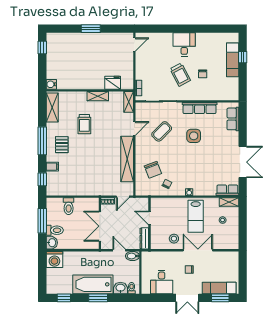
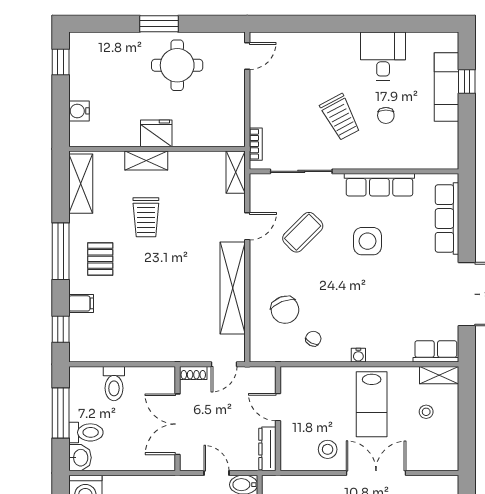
desk: (184, 45) -> (383, 56), moved
round table: (100, 49) -> (177, 65), added
fridge: (113, 83) -> (156, 133), moved
water cooler: (51, 84) -> (79, 111), moved
shelving: (98, 96) -> (146, 161), moved
row of seats: (233, 119) -> (447, 219), width x1.48

